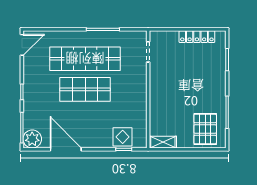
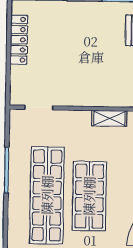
shelving: (141, 103) -> (109, 118), added

